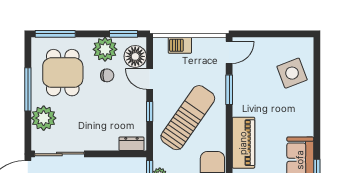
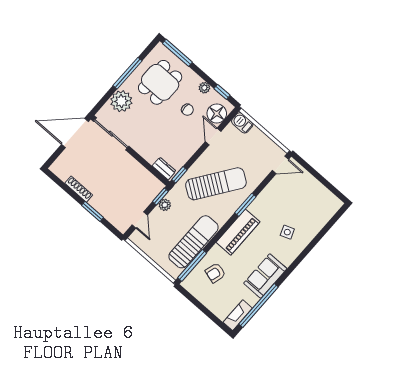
window: (123, 34) -> (222, 92), width x0.67
barbecue: (180, 45) -> (242, 123), moved
plant: (105, 49) -> (204, 88), width x0.53, depth x0.53
side table: (292, 73) -> (287, 232), moved, width x0.54, depth x0.54
window: (229, 90) -> (245, 205), moved
window: (150, 112) -> (179, 175), moved

